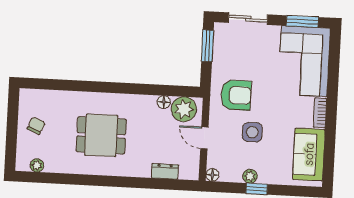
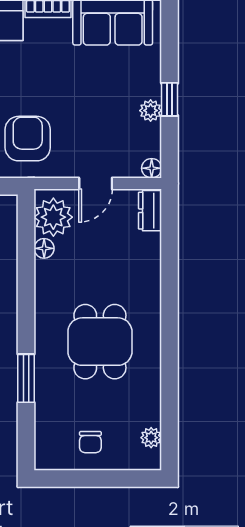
window: (80, 86) -> (26, 378), added
chair: (36, 126) -> (90, 442), turned -113
side table: (252, 132) -> (83, 111), removed
dresser: (165, 171) -> (150, 211), moved

